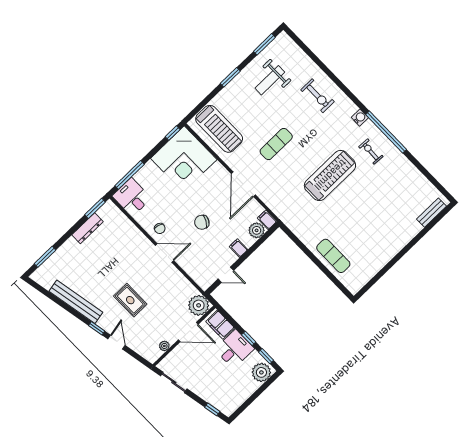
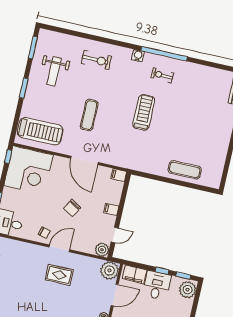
treadmill: (330, 175) -> (144, 112), width x0.73, depth x0.73
plant: (257, 230) -> (102, 250), moved
rug: (130, 300) -> (59, 275), moved

